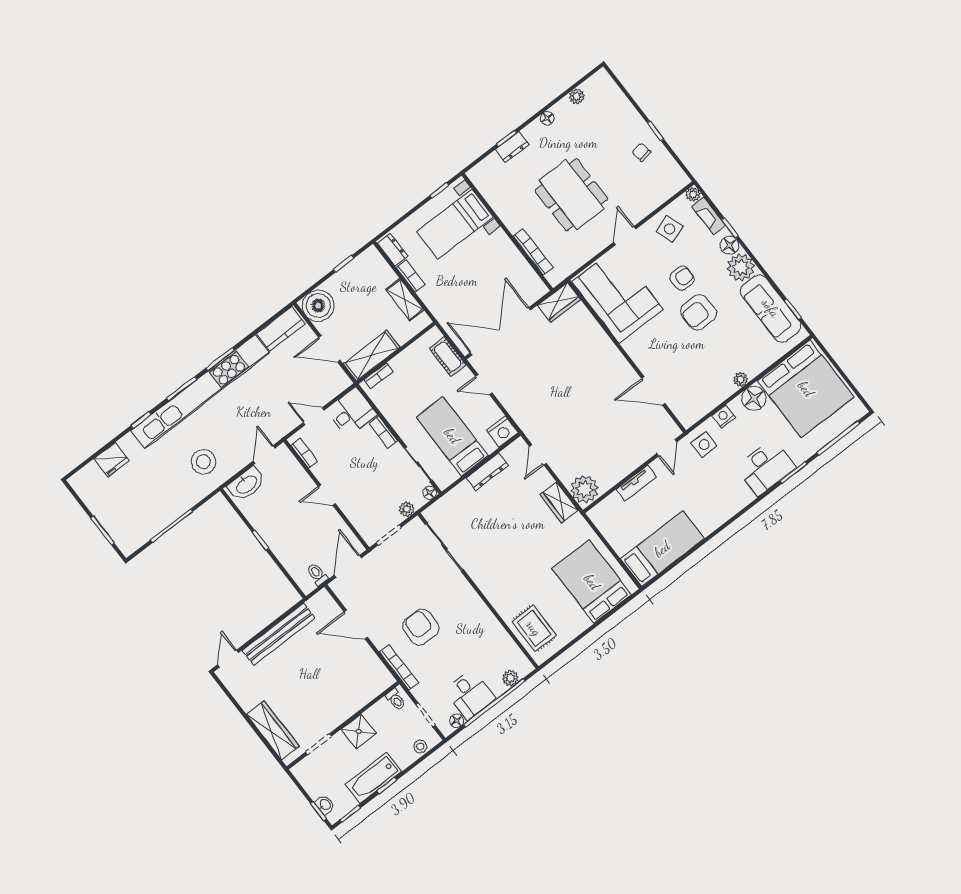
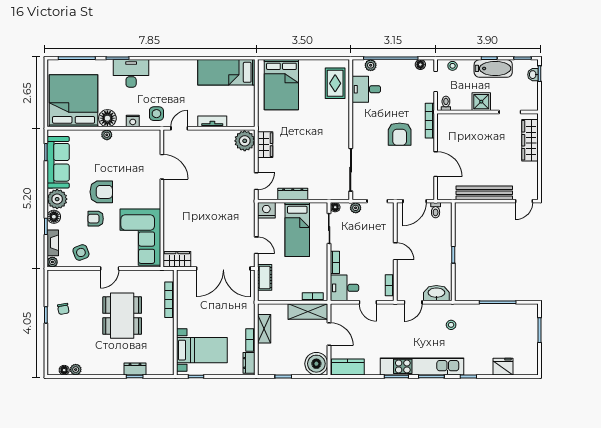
floor lamp: (547, 118) -> (64, 370), moved
kitchen unit: (200, 392) -> (422, 366), width x0.73
stool: (204, 462) -> (451, 325), width x0.53, depth x0.53
desk: (470, 694) -> (366, 89), moved, turned -90

